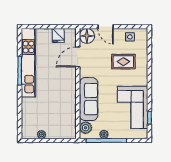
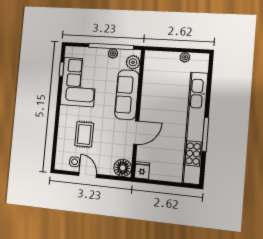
door: (106, 27) -> (88, 175), moved
fridge: (58, 35) -> (142, 170), moved
door: (78, 57) -> (136, 133), moved
rug: (123, 62) -> (84, 134), turned 90
kitchen unit: (28, 63) -> (195, 128), width x1.36

